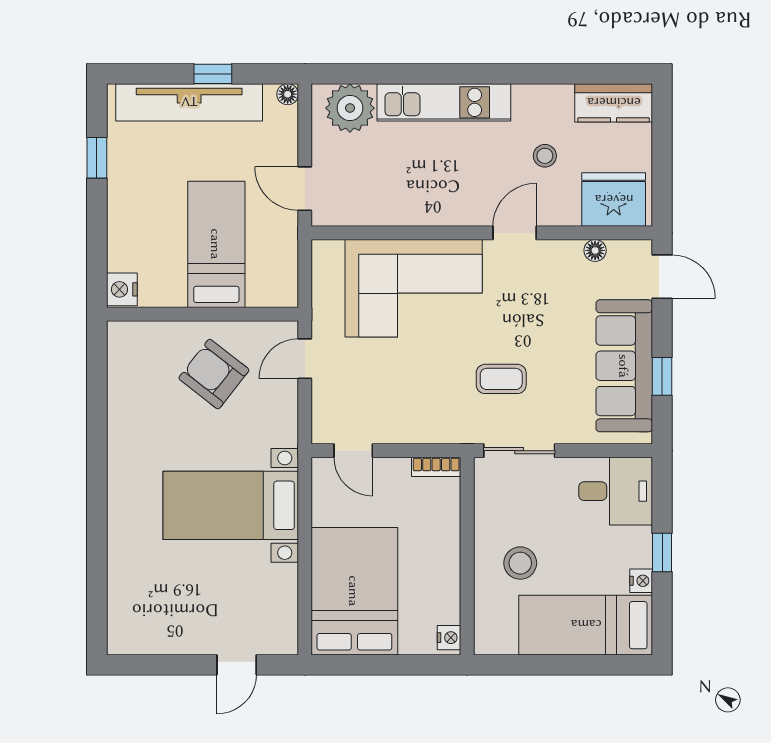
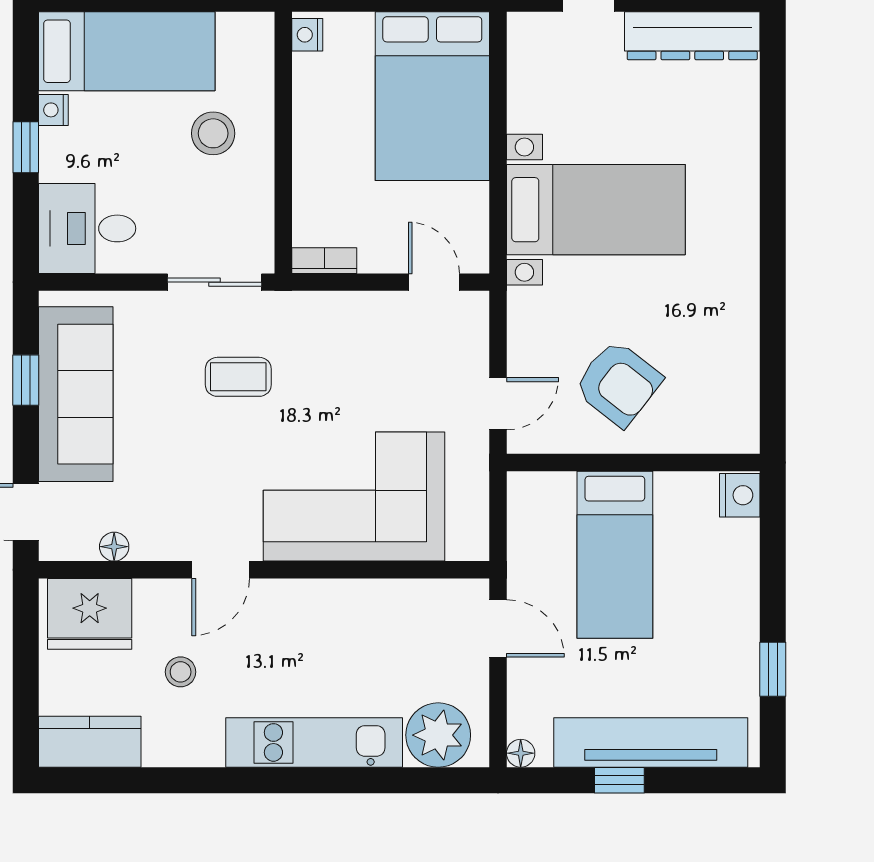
dresser: (158, 637) -> (692, 36), added

